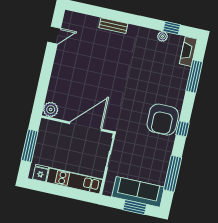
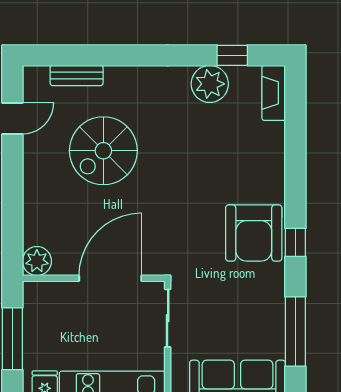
bench: (113, 26) -> (77, 75), moved
plant: (163, 36) -> (210, 84), width x1.88, depth x1.88
spiral stairs: (96, 61) -> (103, 151), added
window: (194, 76) -> (295, 138), removed

